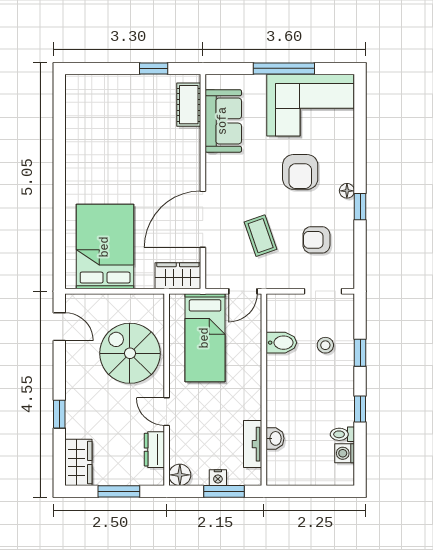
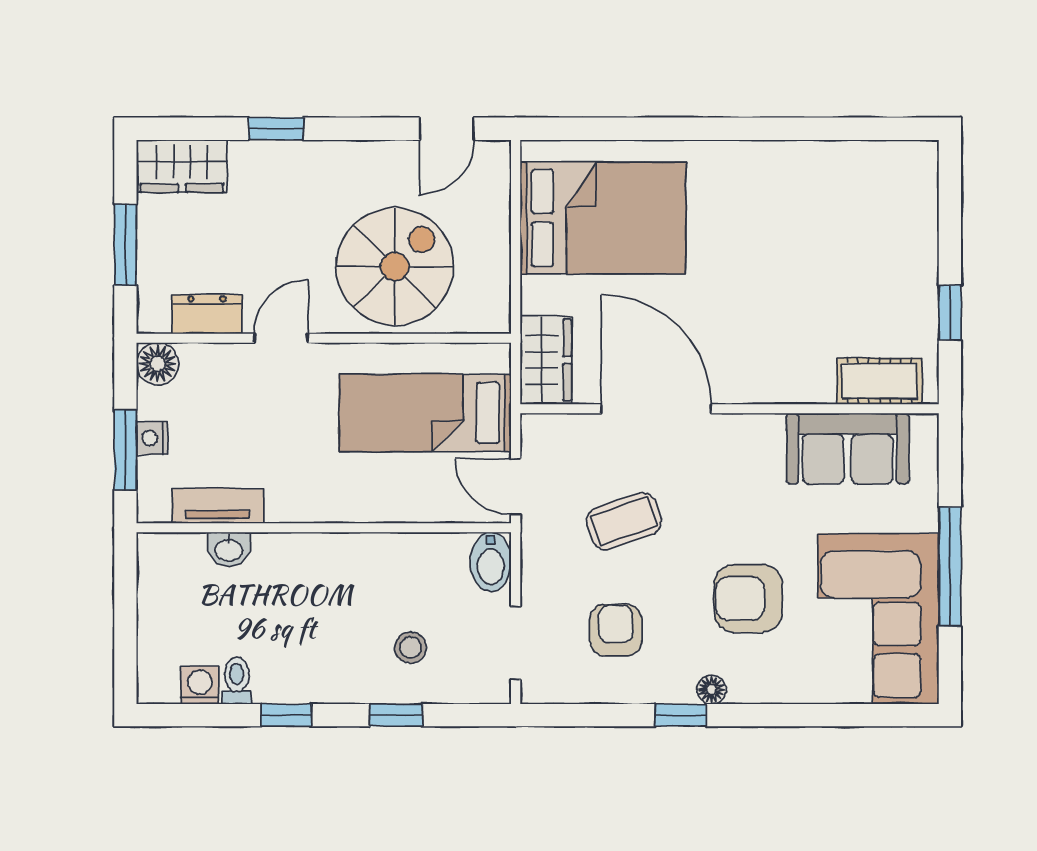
bidet: (281, 343) -> (491, 562), moved

